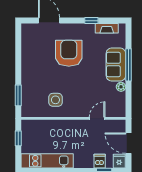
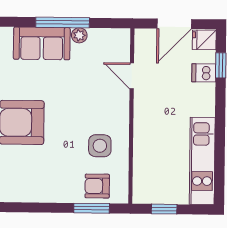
window: (129, 65) -> (63, 22), moved
armchair: (31, 99) -> (97, 186), added

